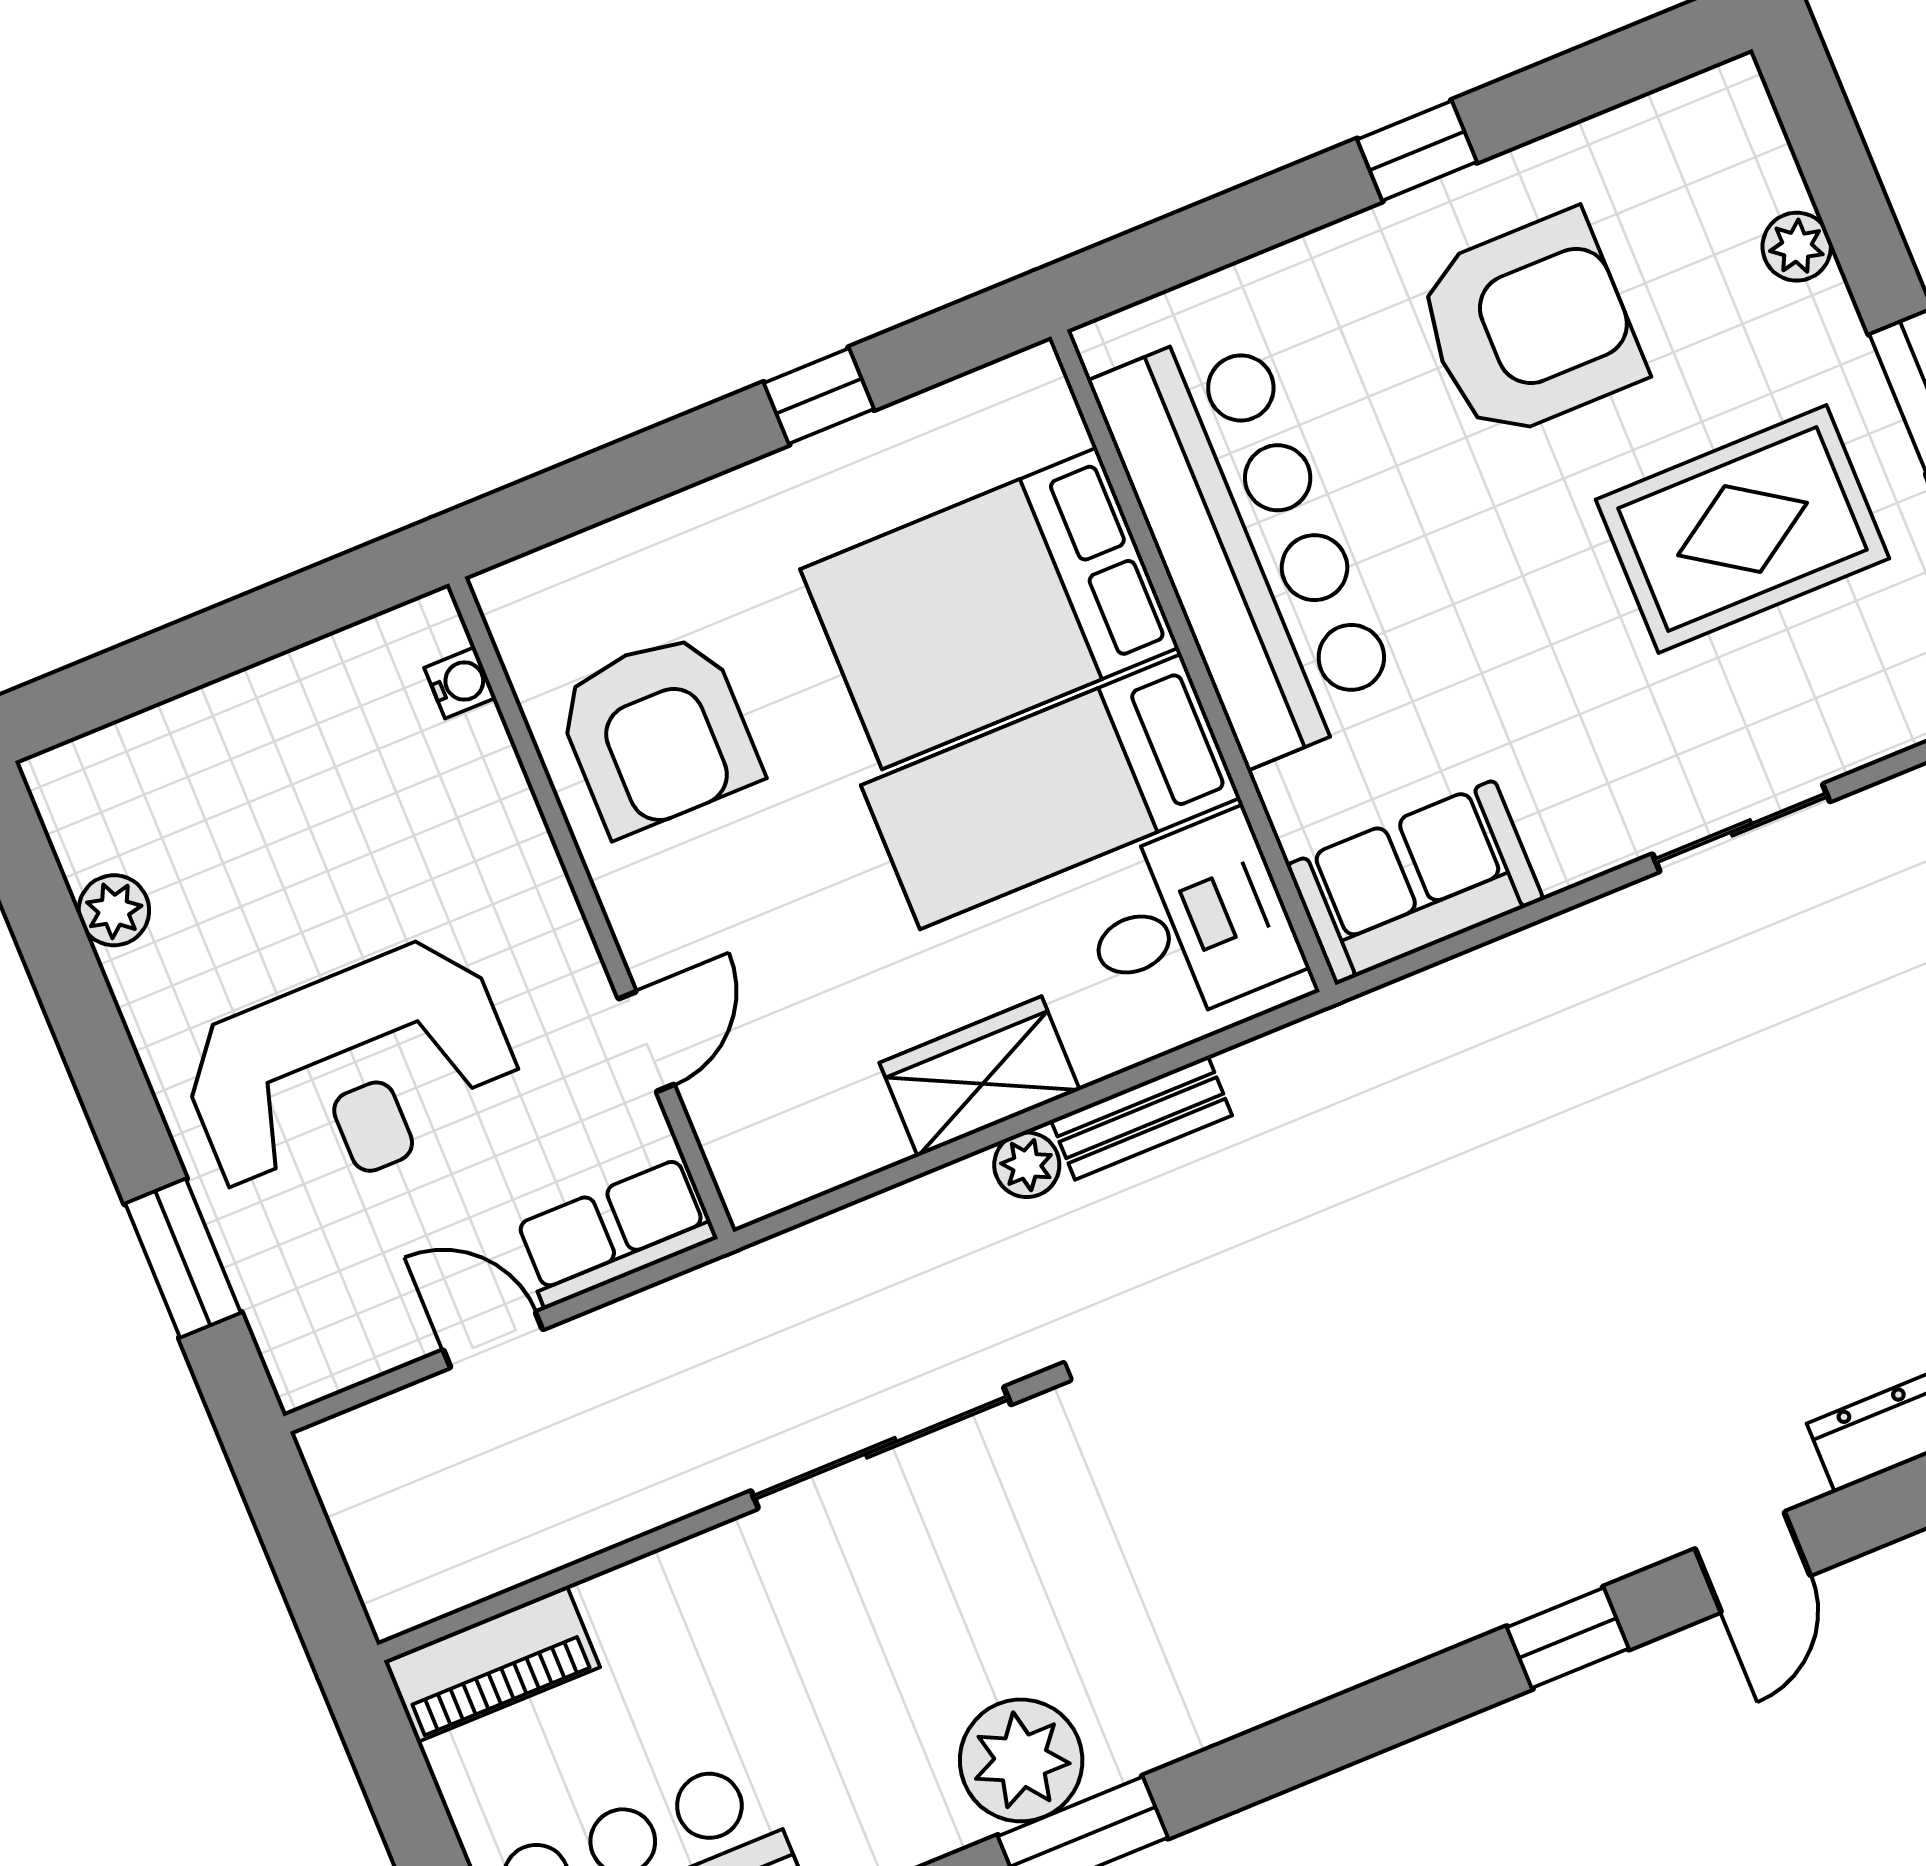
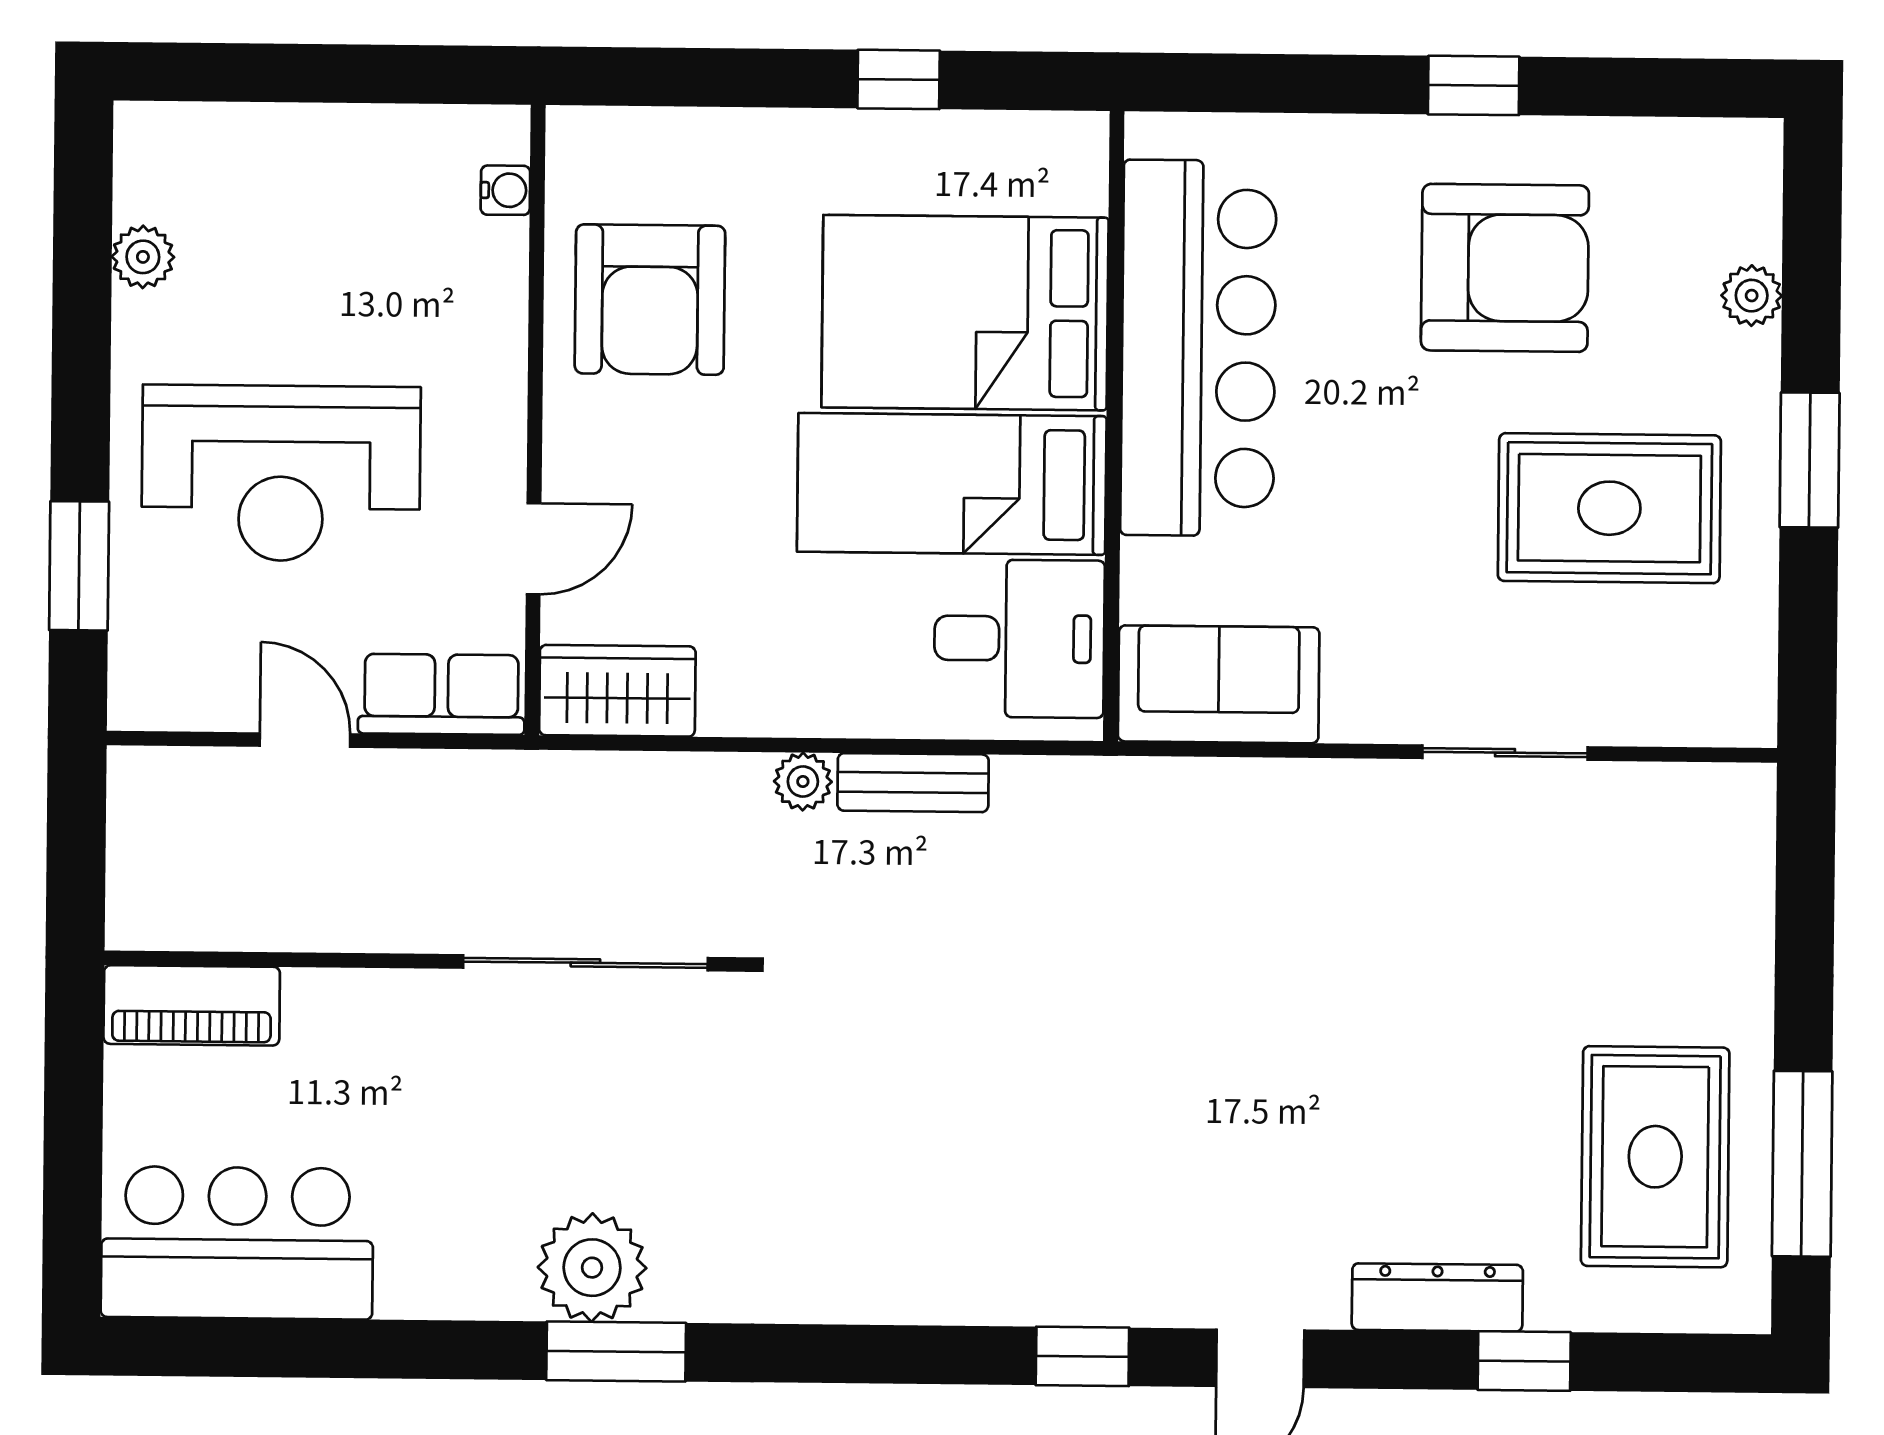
wardrobe: (980, 1076) -> (617, 691), moved

